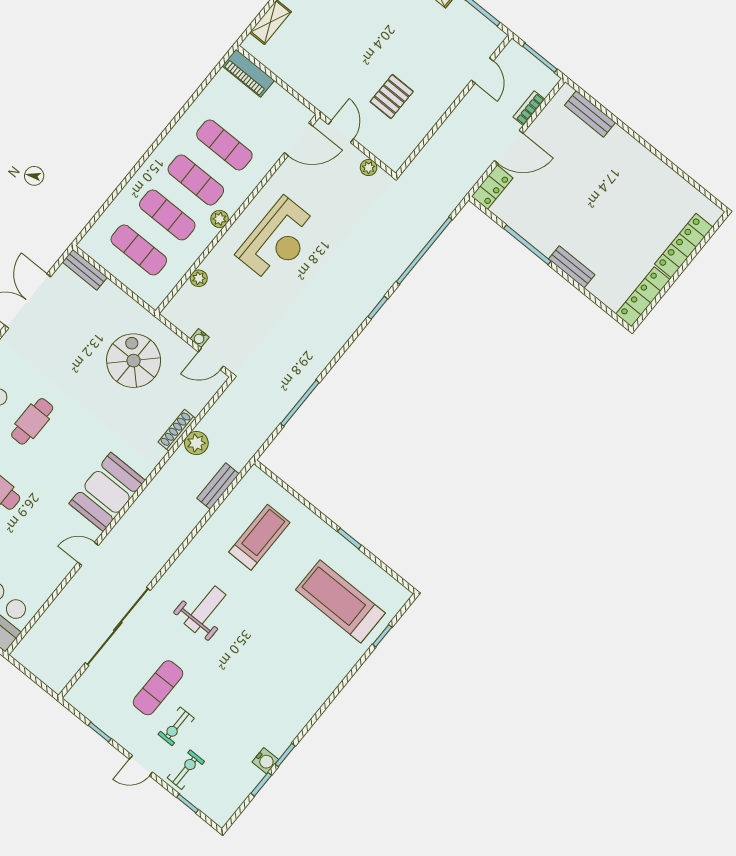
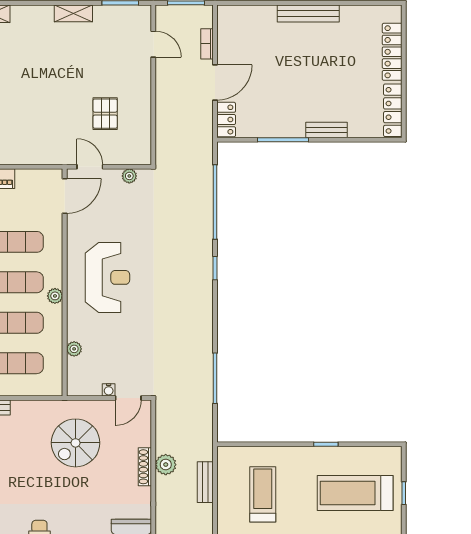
bench: (590, 114) -> (308, 13), moved, width x1.36
spiral stairs: (134, 361) -> (76, 443), turned -90

